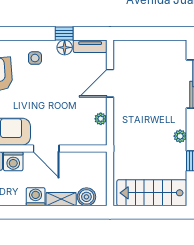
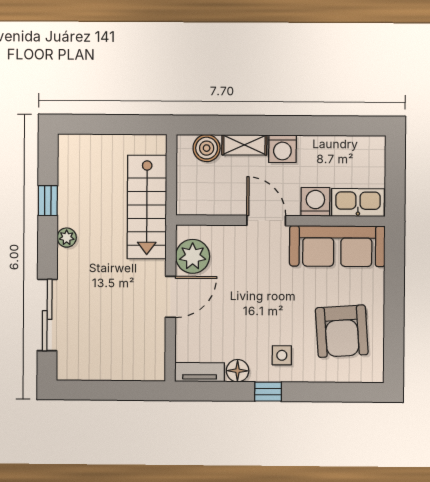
window: (64, 34) -> (268, 392), moved
door: (110, 83) -> (171, 297), moved
plant: (101, 119) -> (193, 256), width x1.88, depth x1.88
stairs: (152, 193) -> (147, 207), moved, turned 90

